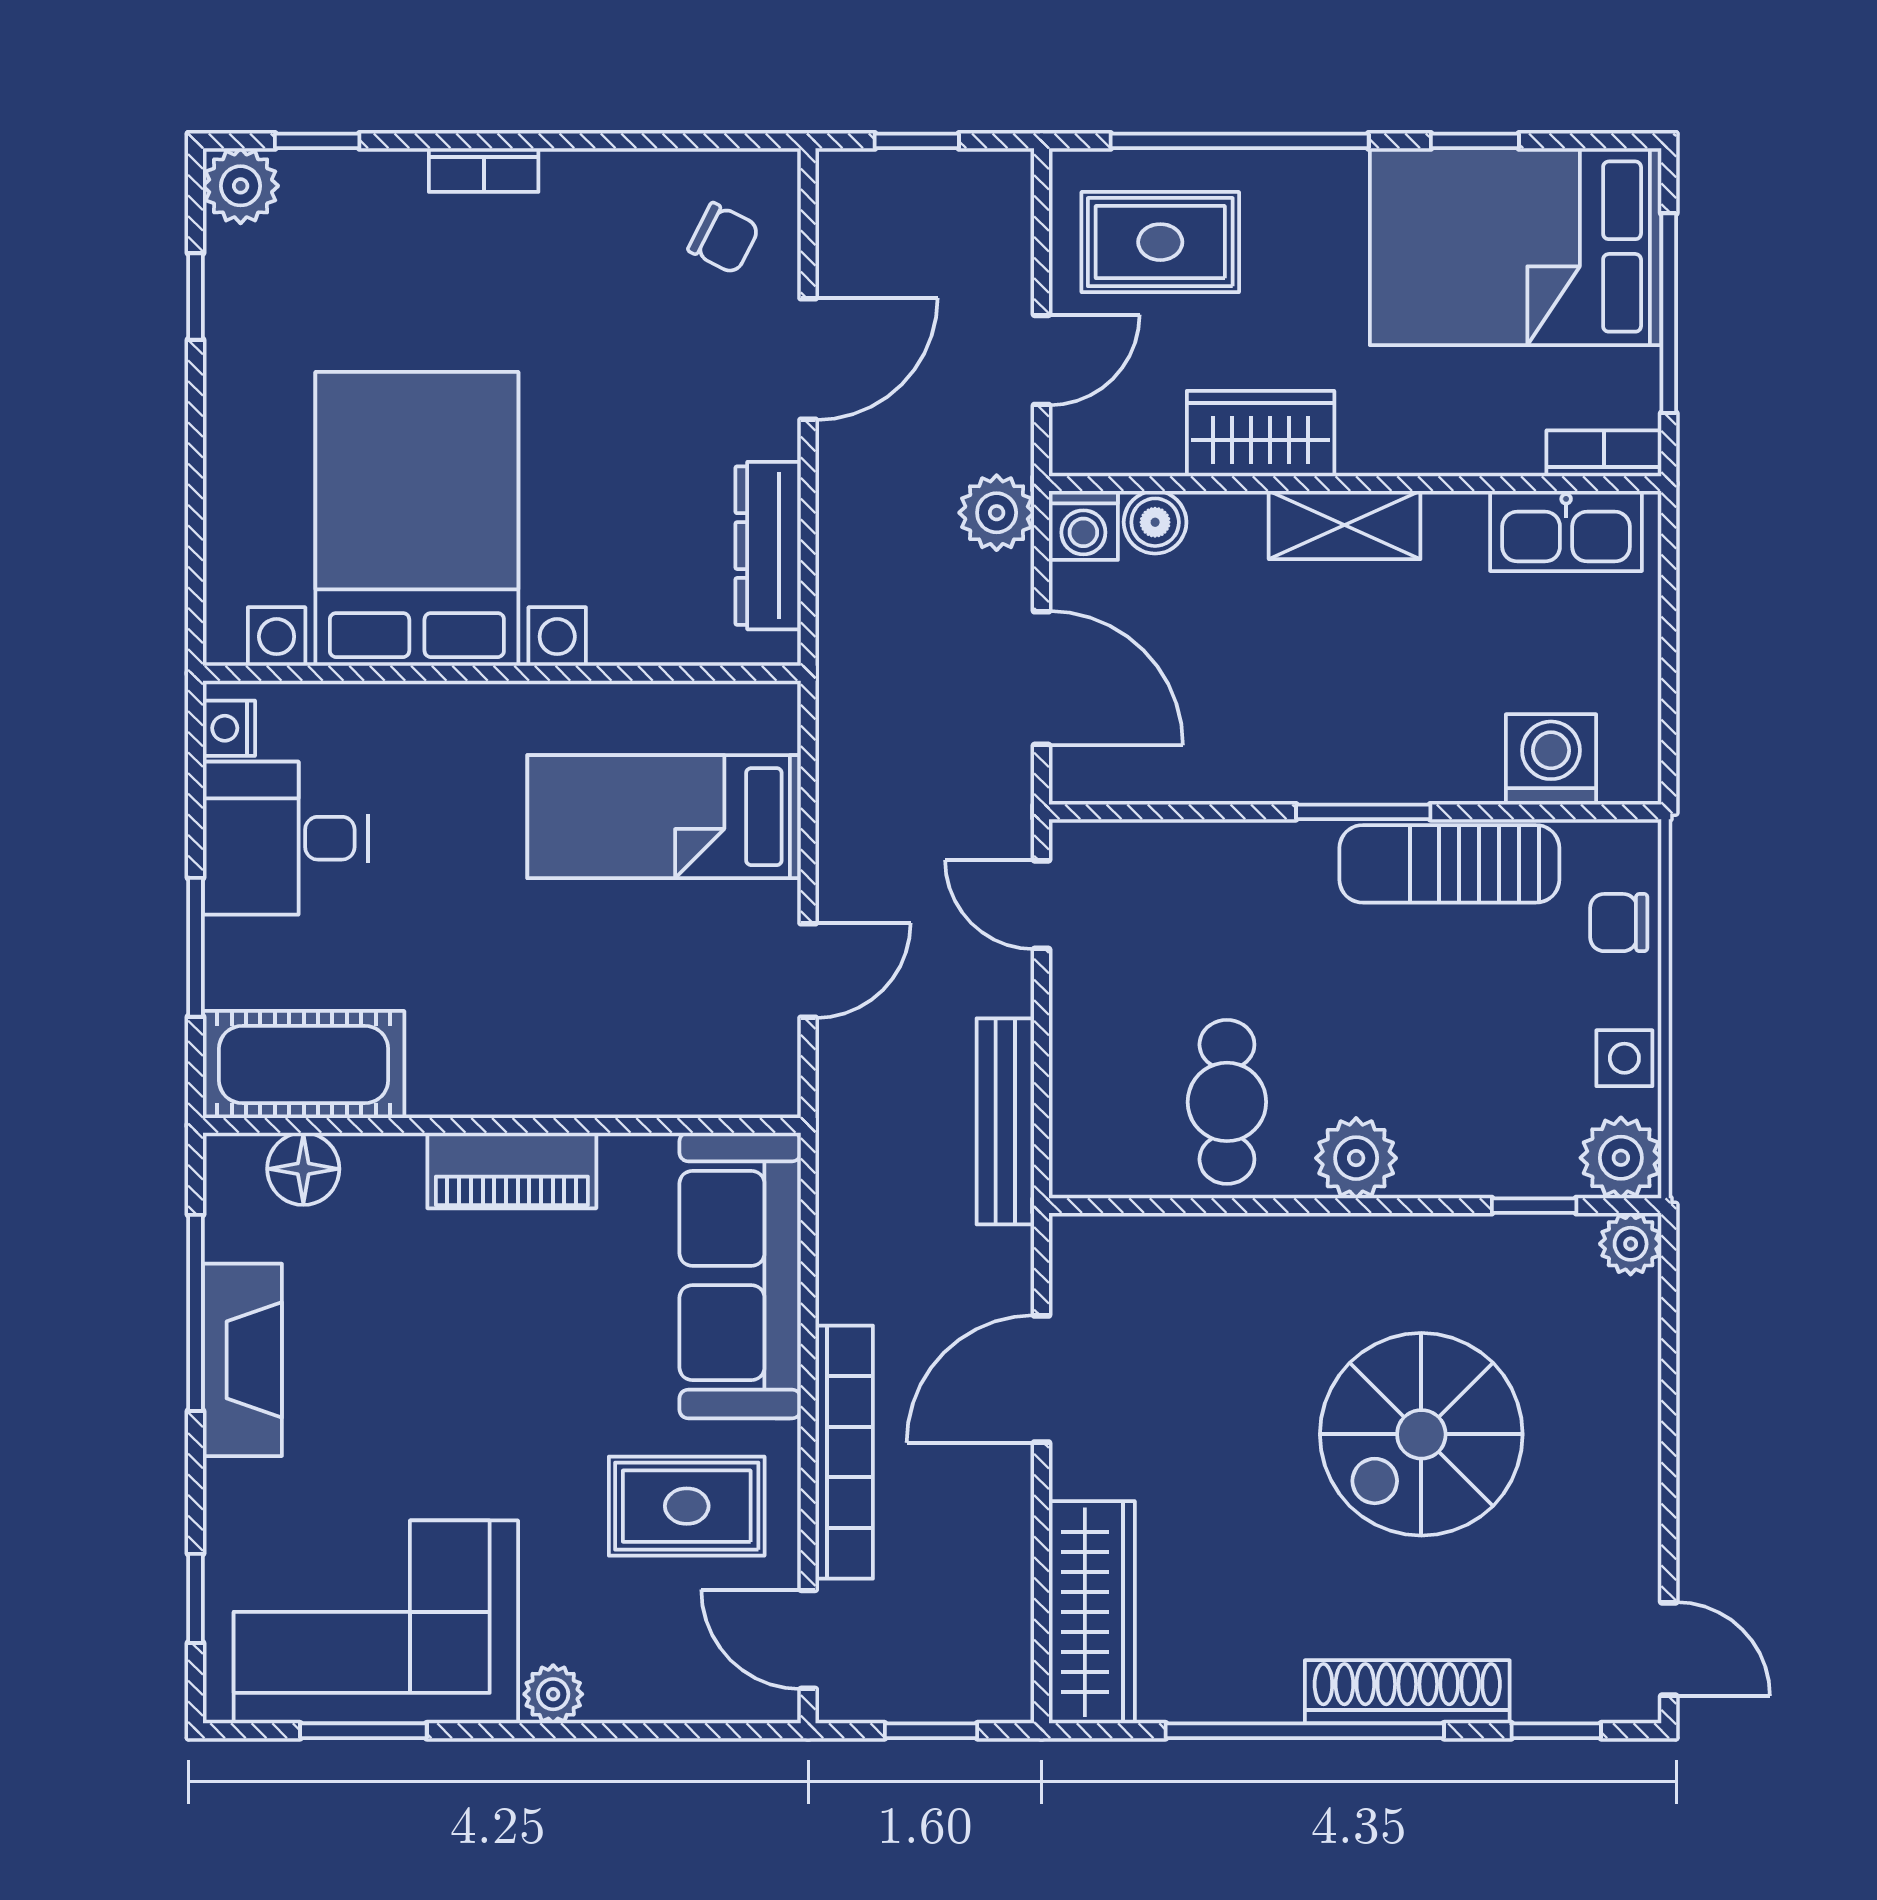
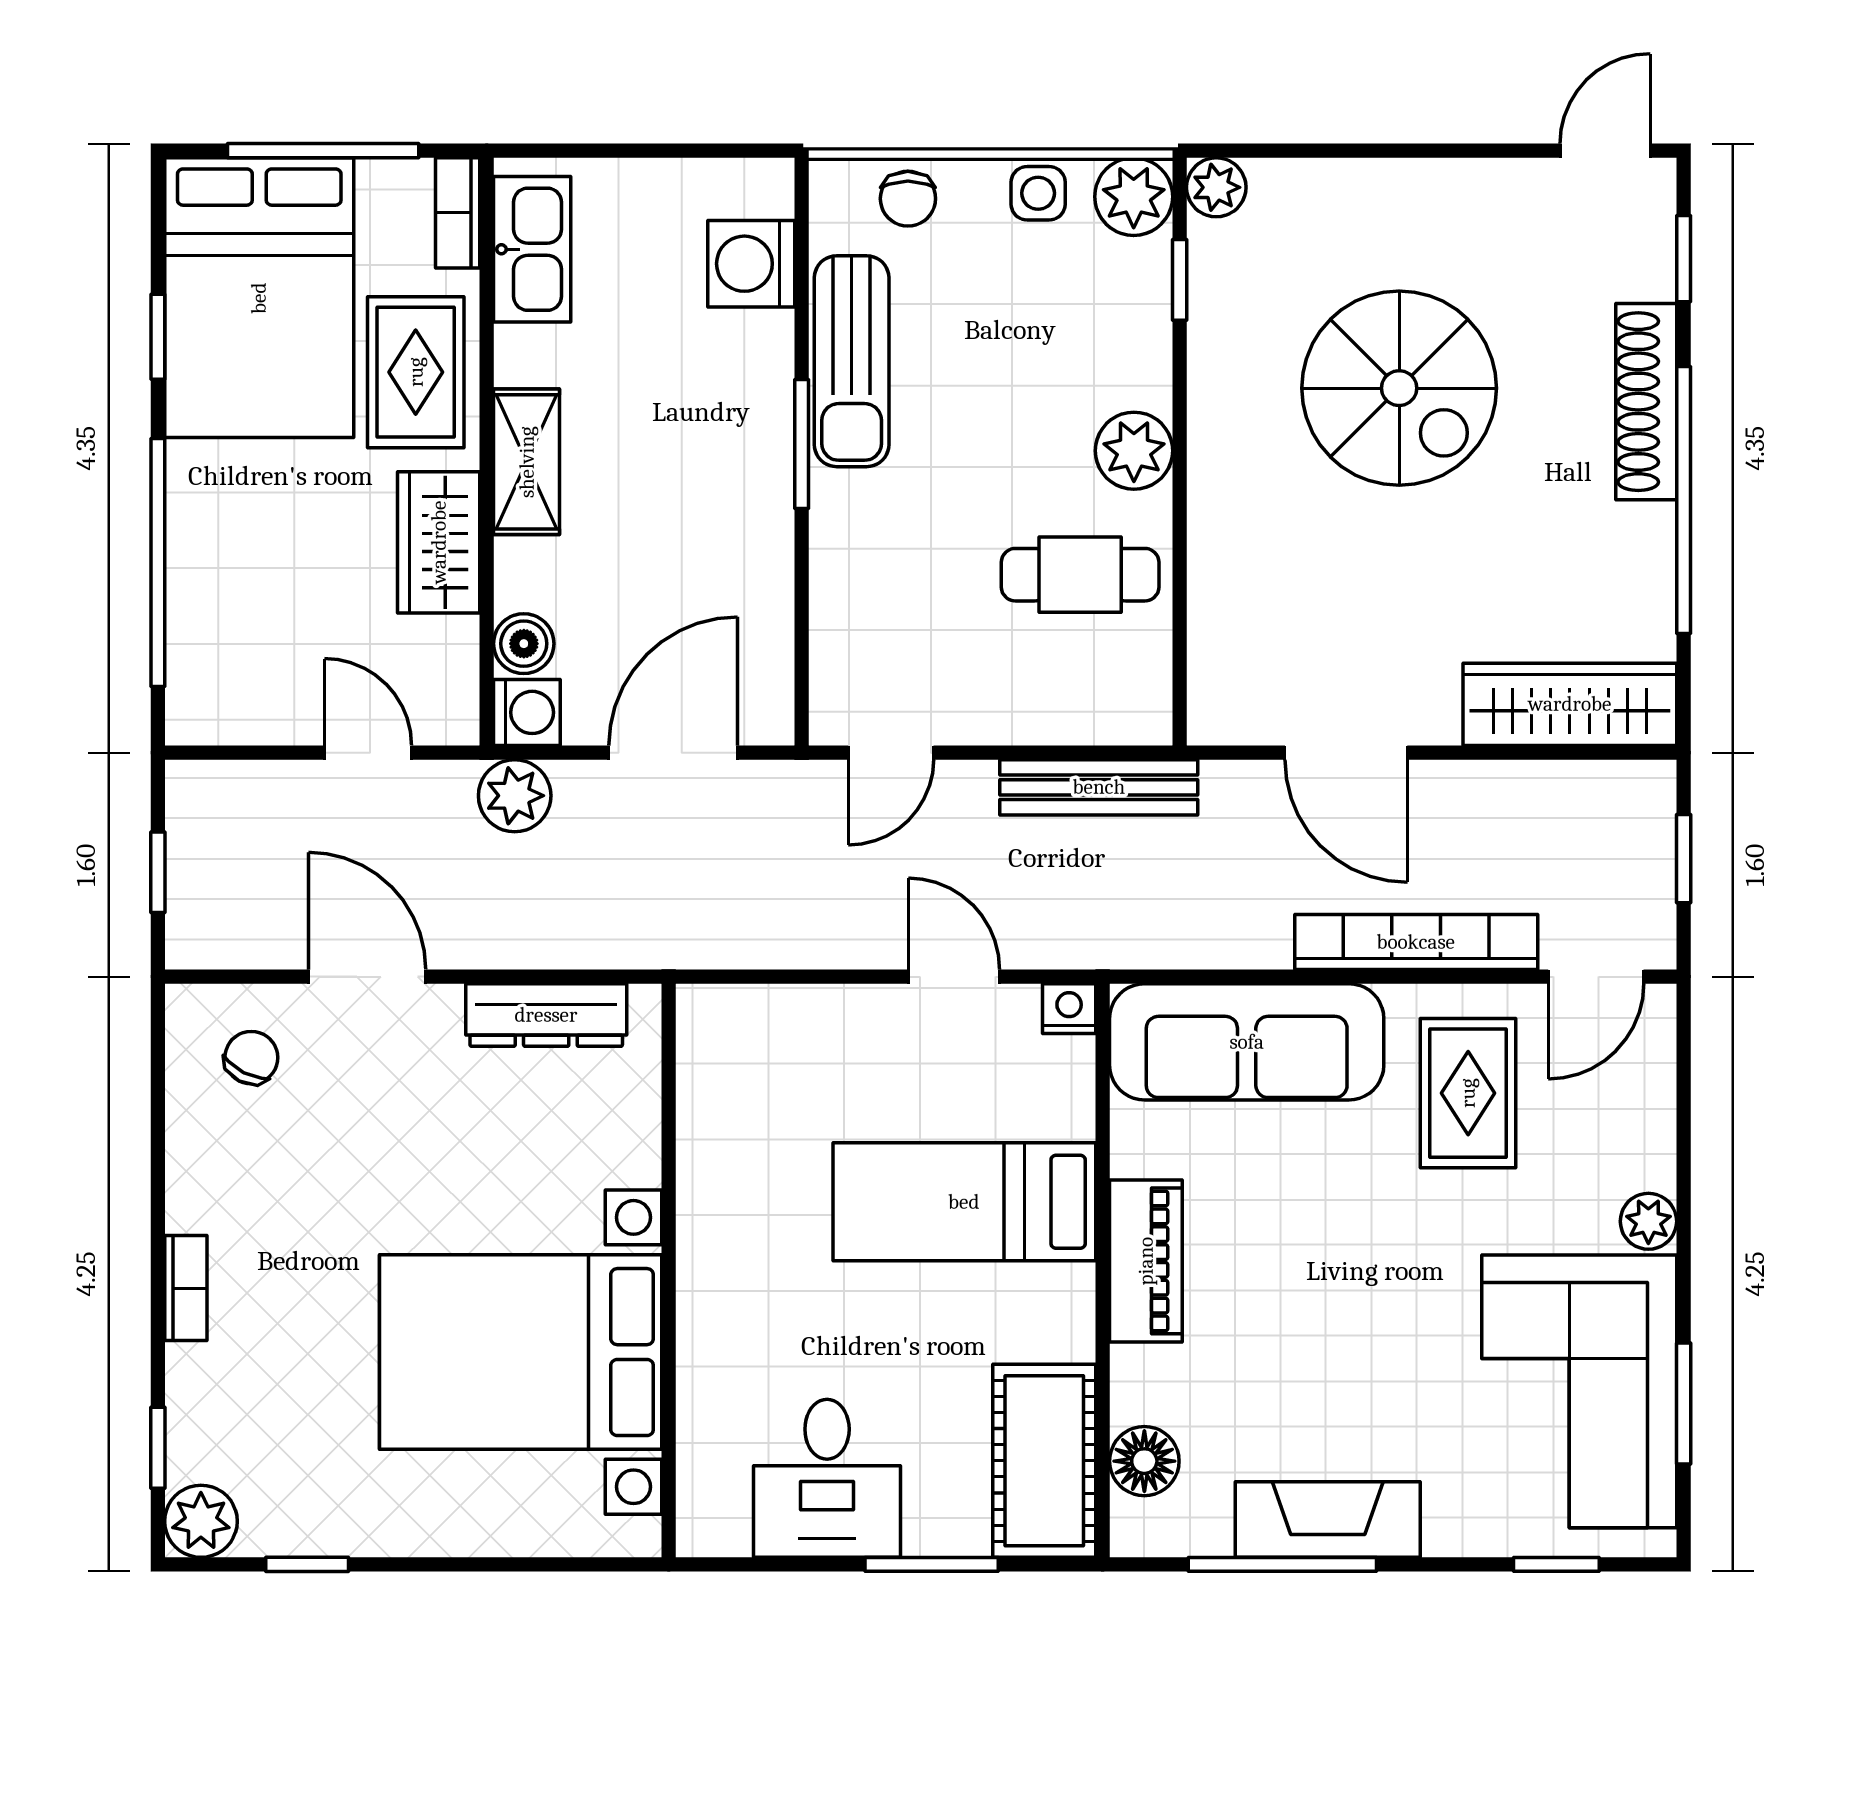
rug: (1160, 242) -> (416, 372), moved
nightstand: (229, 728) -> (1069, 1009), moved, turned 180
bed: (664, 817) -> (964, 1202), moved, turned 90

